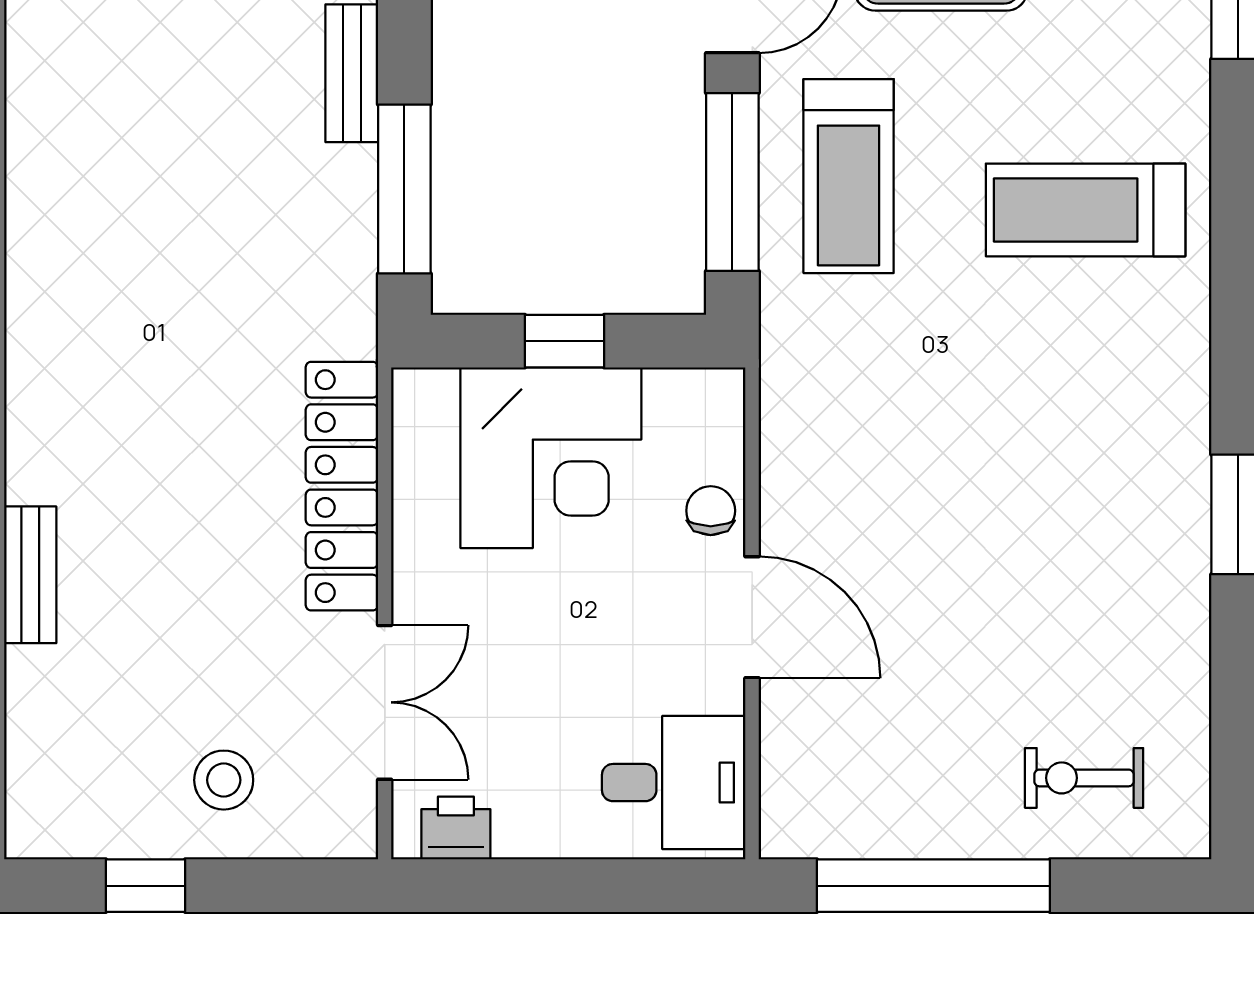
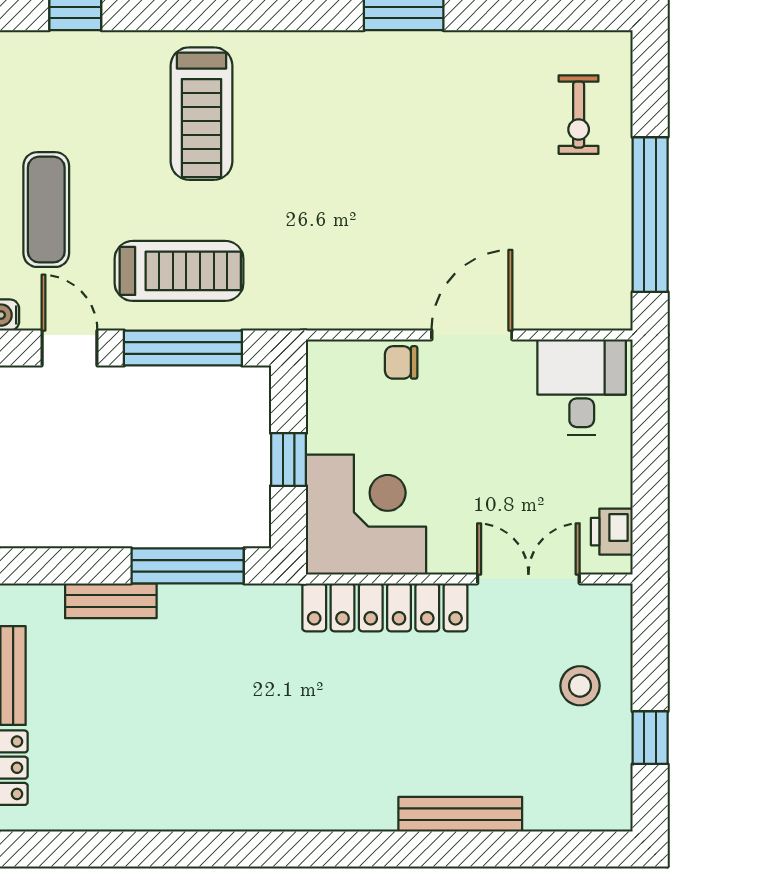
corner desk: (551, 458) -> (366, 515), moved
bench: (30, 575) -> (460, 814), width x1.36

